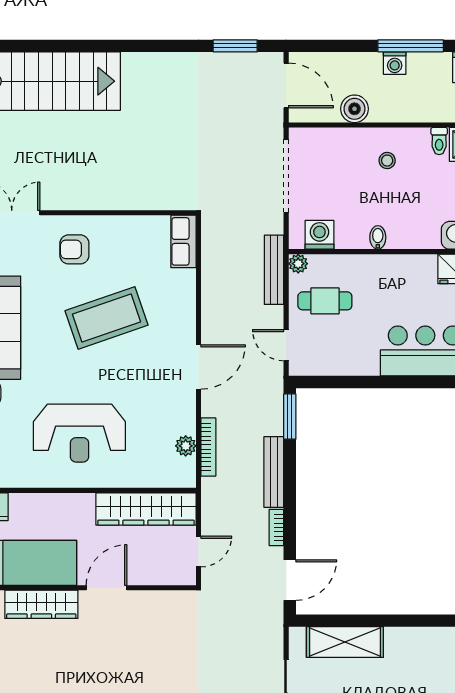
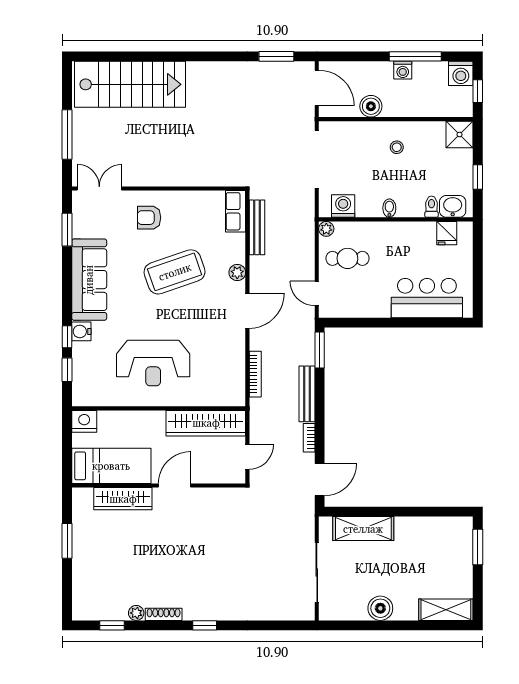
toilet: (439, 141) -> (431, 207), moved, turned 180
bench: (274, 270) -> (257, 227), moved
plant: (186, 446) -> (237, 273), moved

